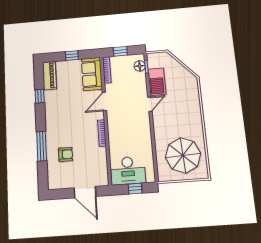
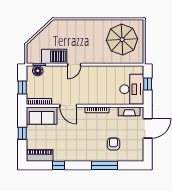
door: (150, 104) -> (74, 65), swing flipped
fireplace: (103, 170) -> (129, 111), added

